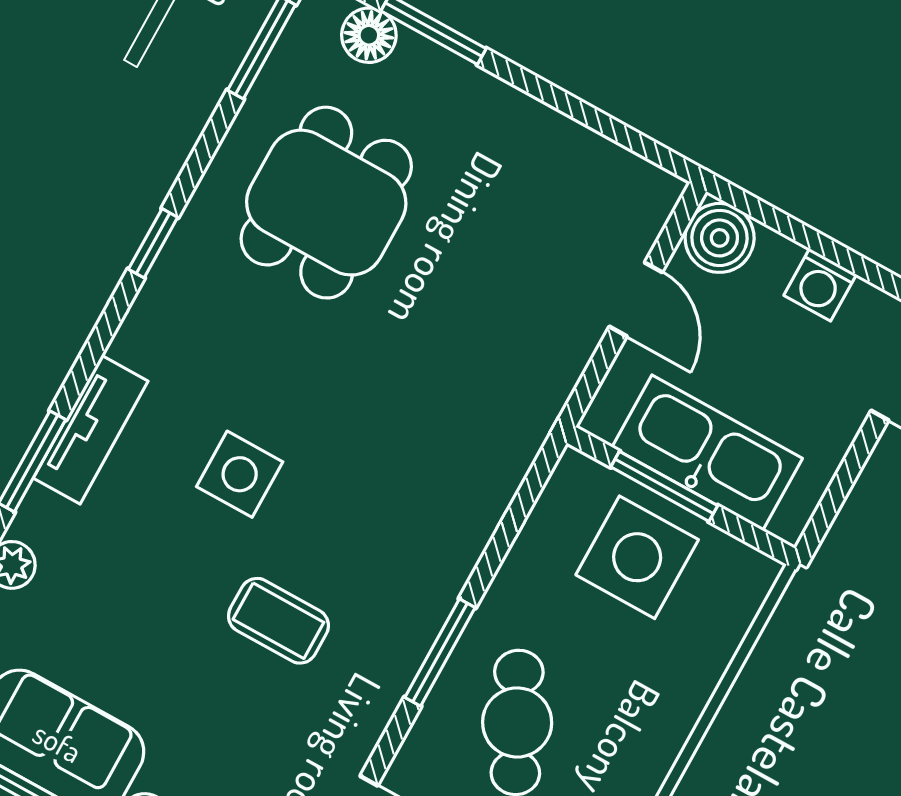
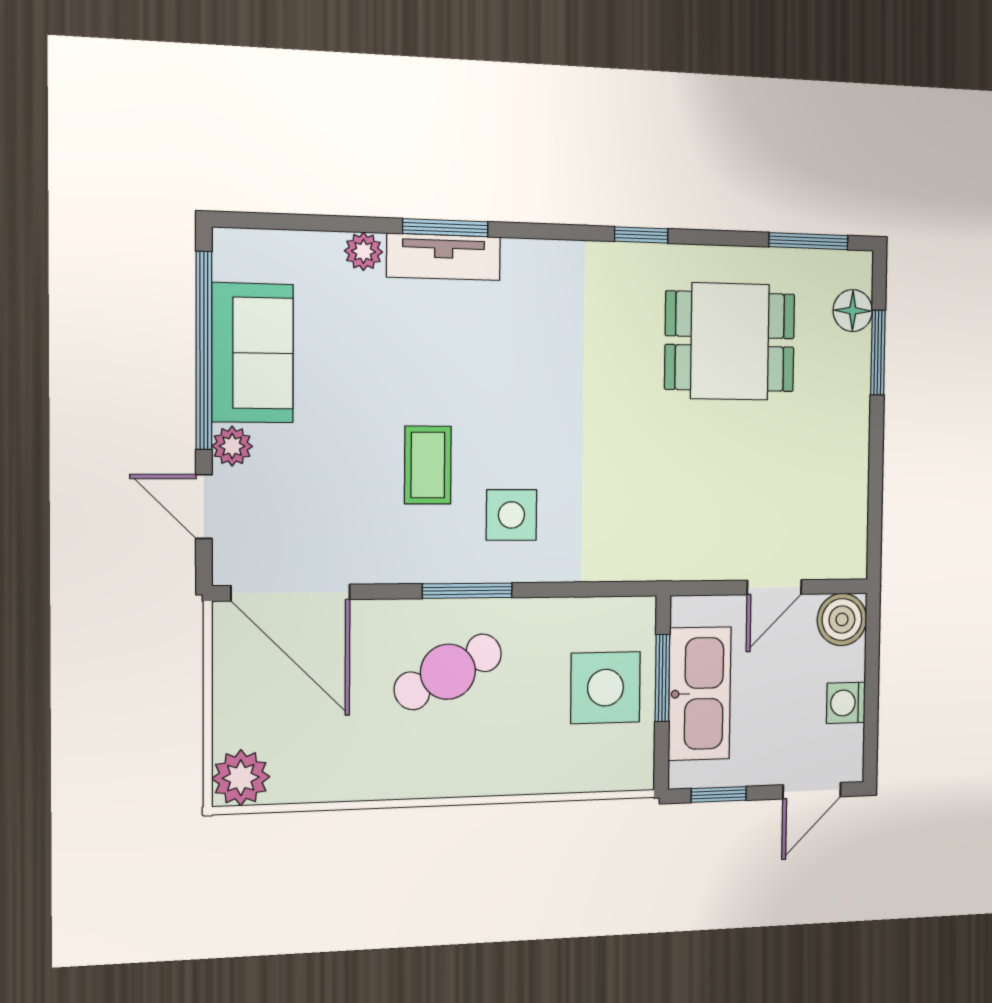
tv unit: (91, 430) -> (444, 257), moved
side table: (240, 474) -> (511, 515), moved
window: (837, 493) -> (719, 794), added

